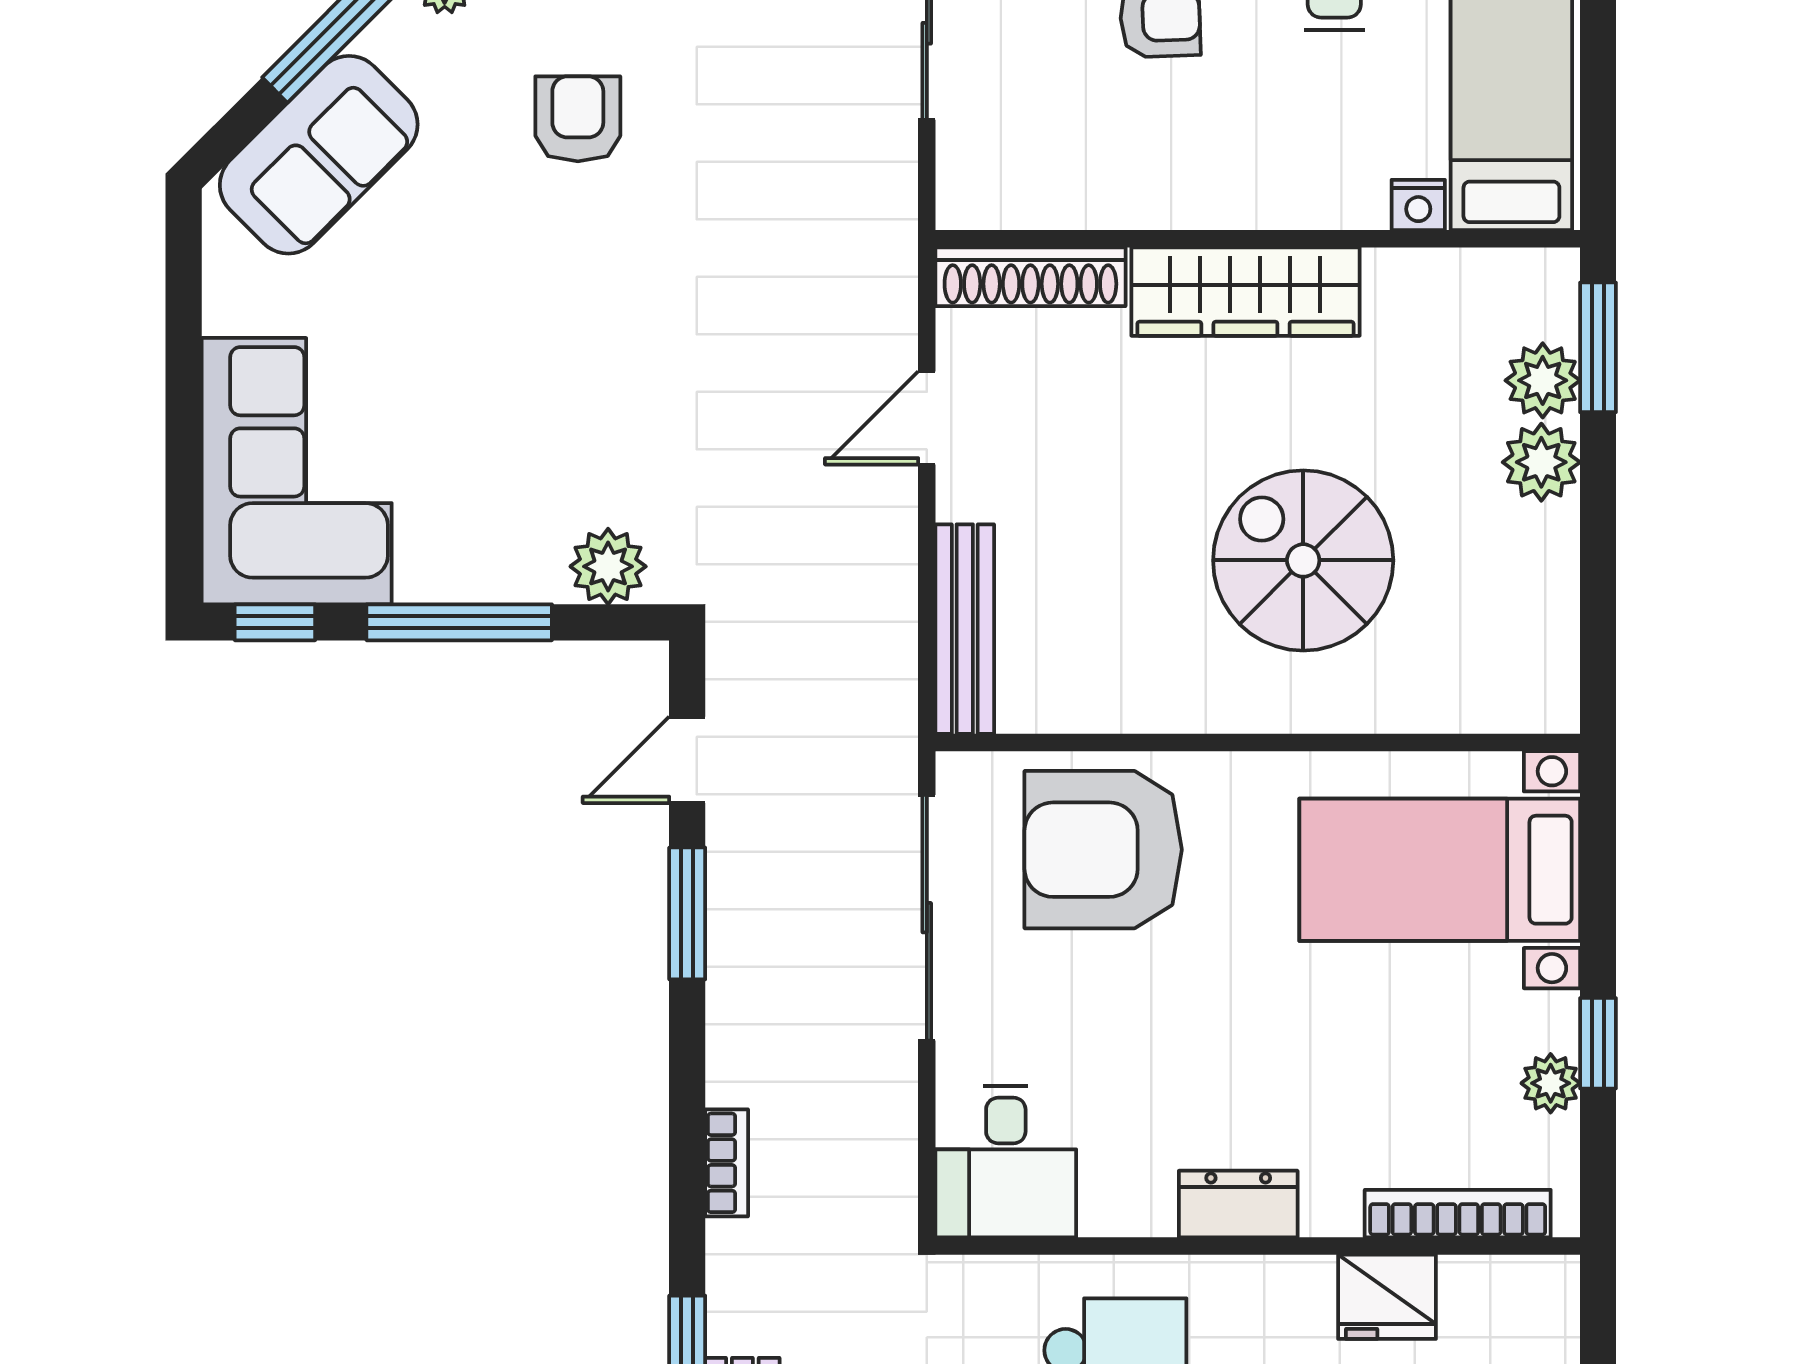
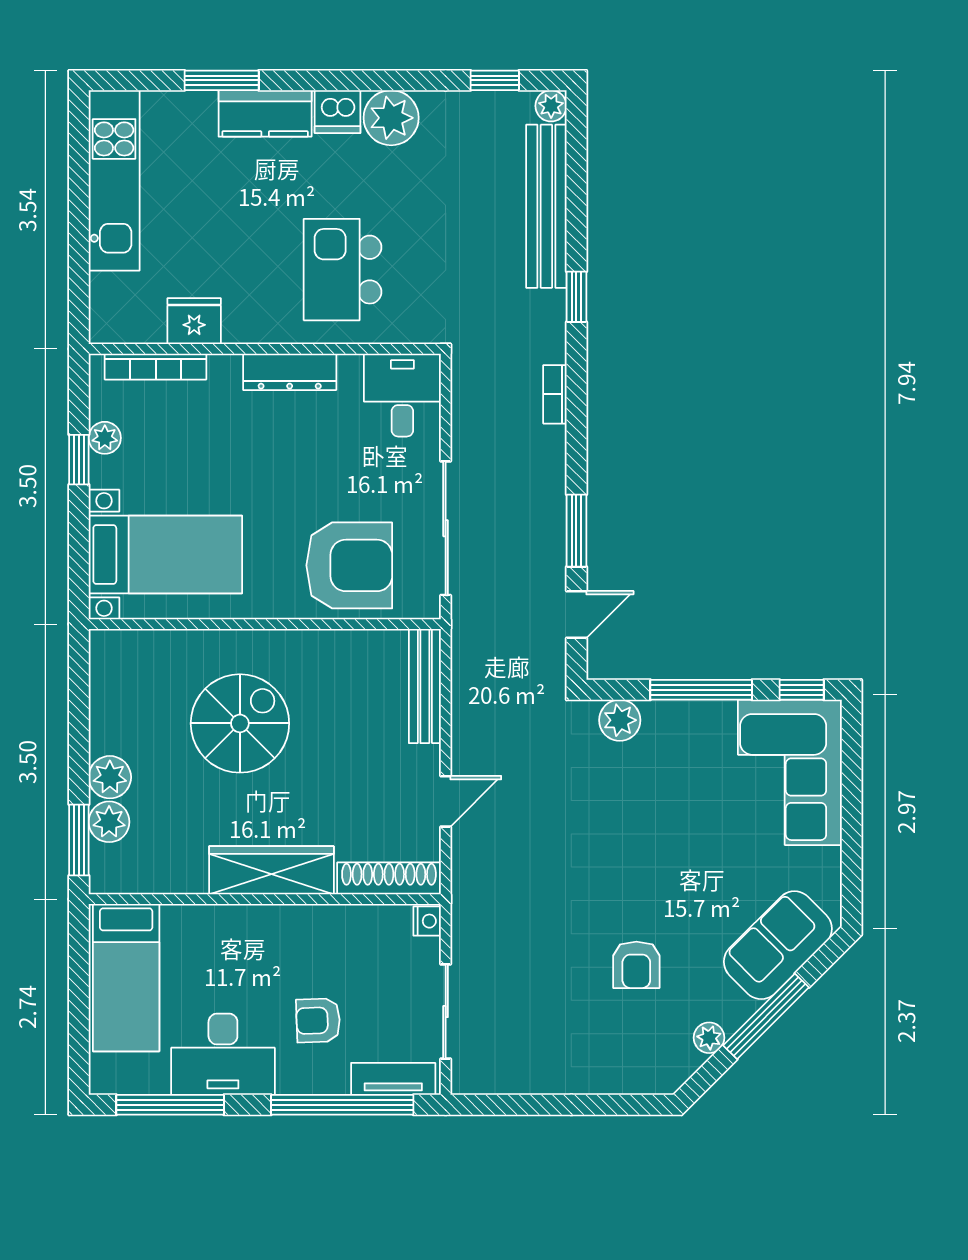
nightstand: (1418, 205) -> (427, 921), moved, turned 90
spiral stairs: (1303, 560) -> (240, 723), turned -90
dresser: (1238, 1204) -> (290, 372), width x1.44

